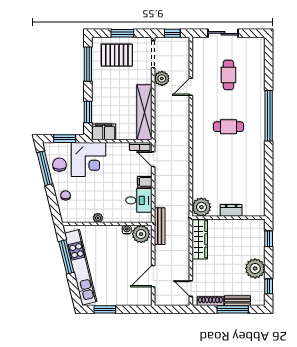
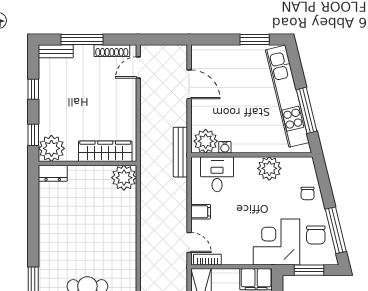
desk: (139, 200) -> (217, 174), moved, turned 90
dresser: (231, 210) -> (53, 173), moved
plant: (98, 218) -> (269, 168), width x1.88, depth x1.88
wardrobe: (200, 239) -> (105, 151), moved, turned 90
plant: (255, 268) -> (51, 148), moved
door: (153, 276) -> (189, 84), hinge flipped
window: (269, 286) -> (33, 89), moved
door: (191, 289) -> (138, 68), swing flipped
bench: (237, 301) -> (56, 51), moved

